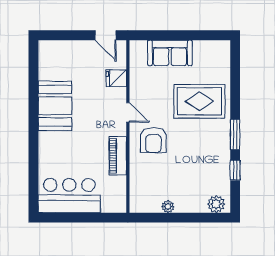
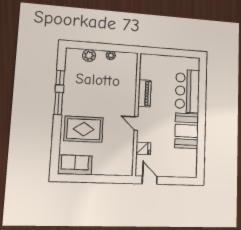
sofa: (170, 53) -> (75, 165), moved
armchair: (153, 140) -> (119, 103), removed
bar counter: (69, 196) -> (187, 91), moved, turned 90
plant: (216, 204) -> (89, 55), moved

